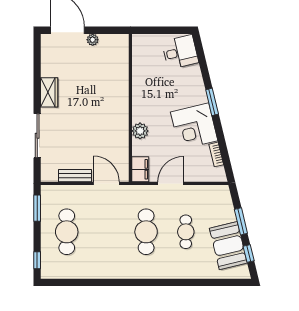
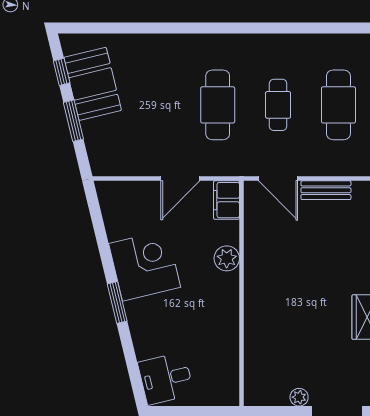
bookcase: (216, 154) -> (111, 223), removed
cafe table: (186, 232) -> (278, 105), moved

